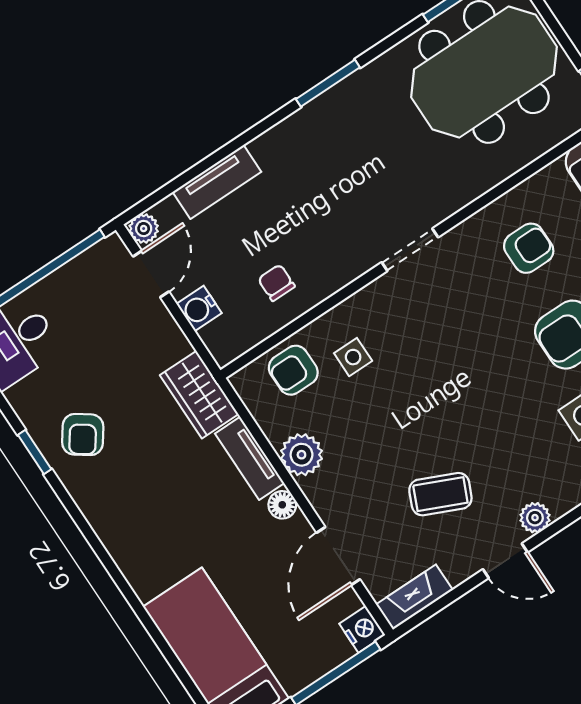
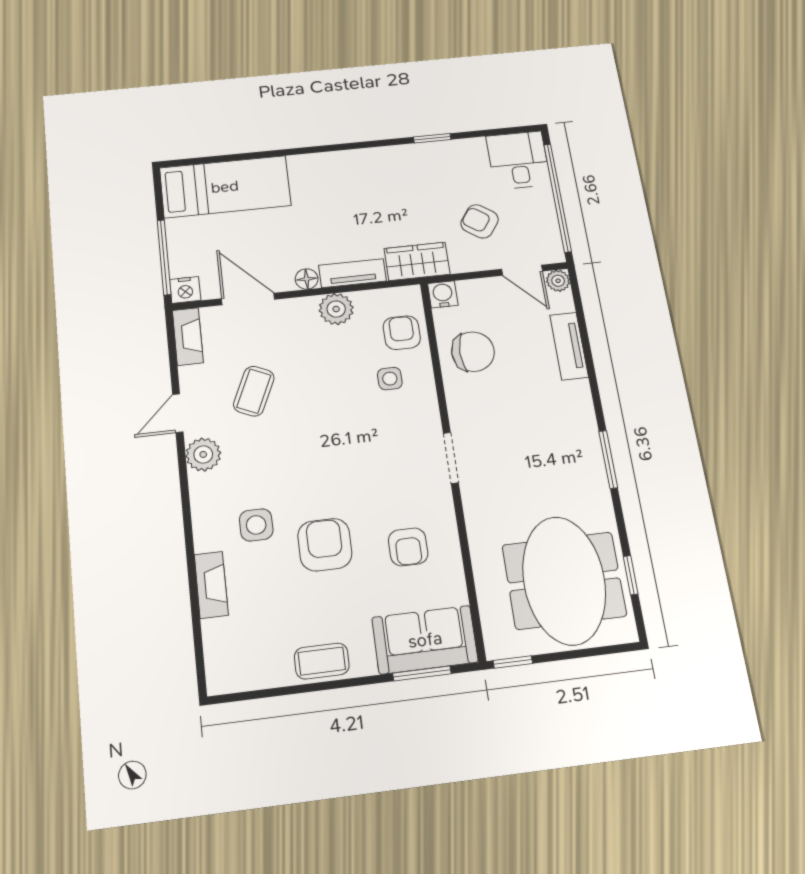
chair: (276, 283) -> (473, 352), width x1.87, depth x1.87
water cooler: (199, 308) -> (443, 294), moved
armchair: (83, 434) -> (480, 221), moved
plant: (535, 518) -> (203, 454), width x1.38, depth x1.38

